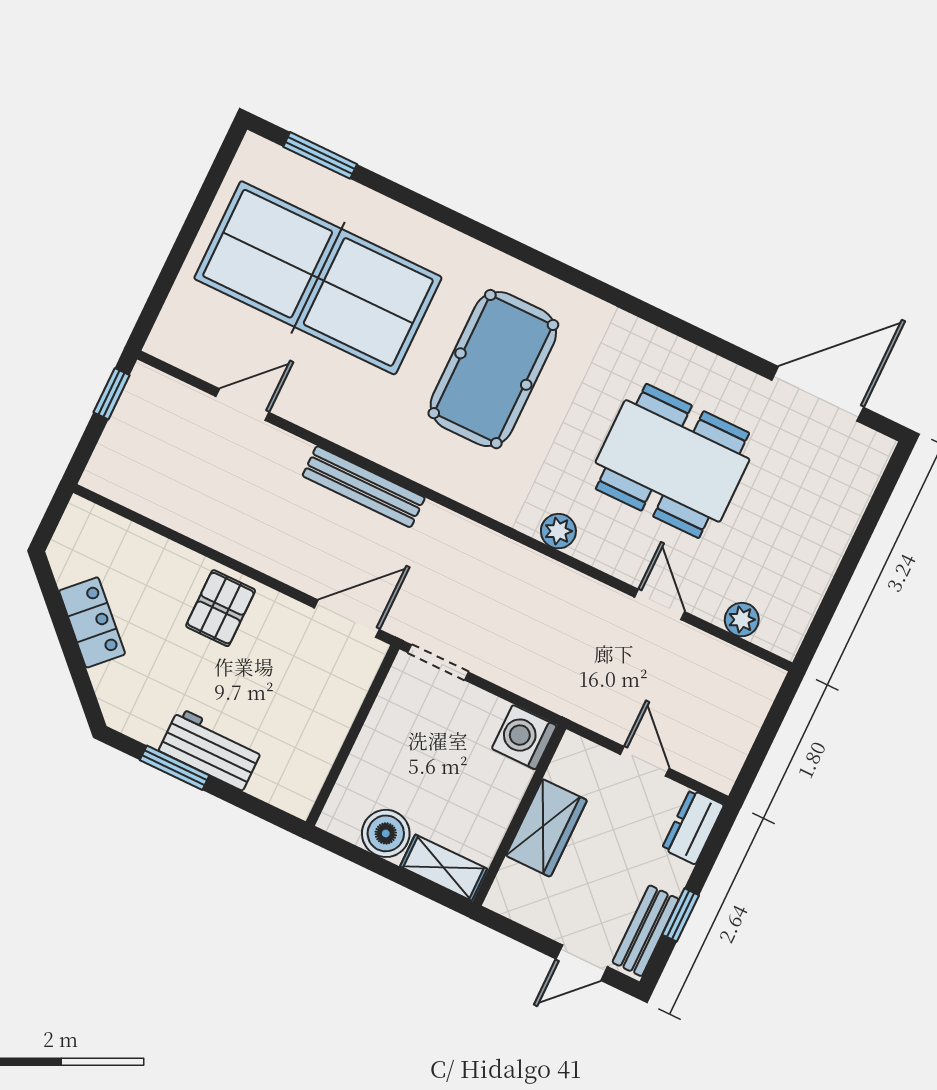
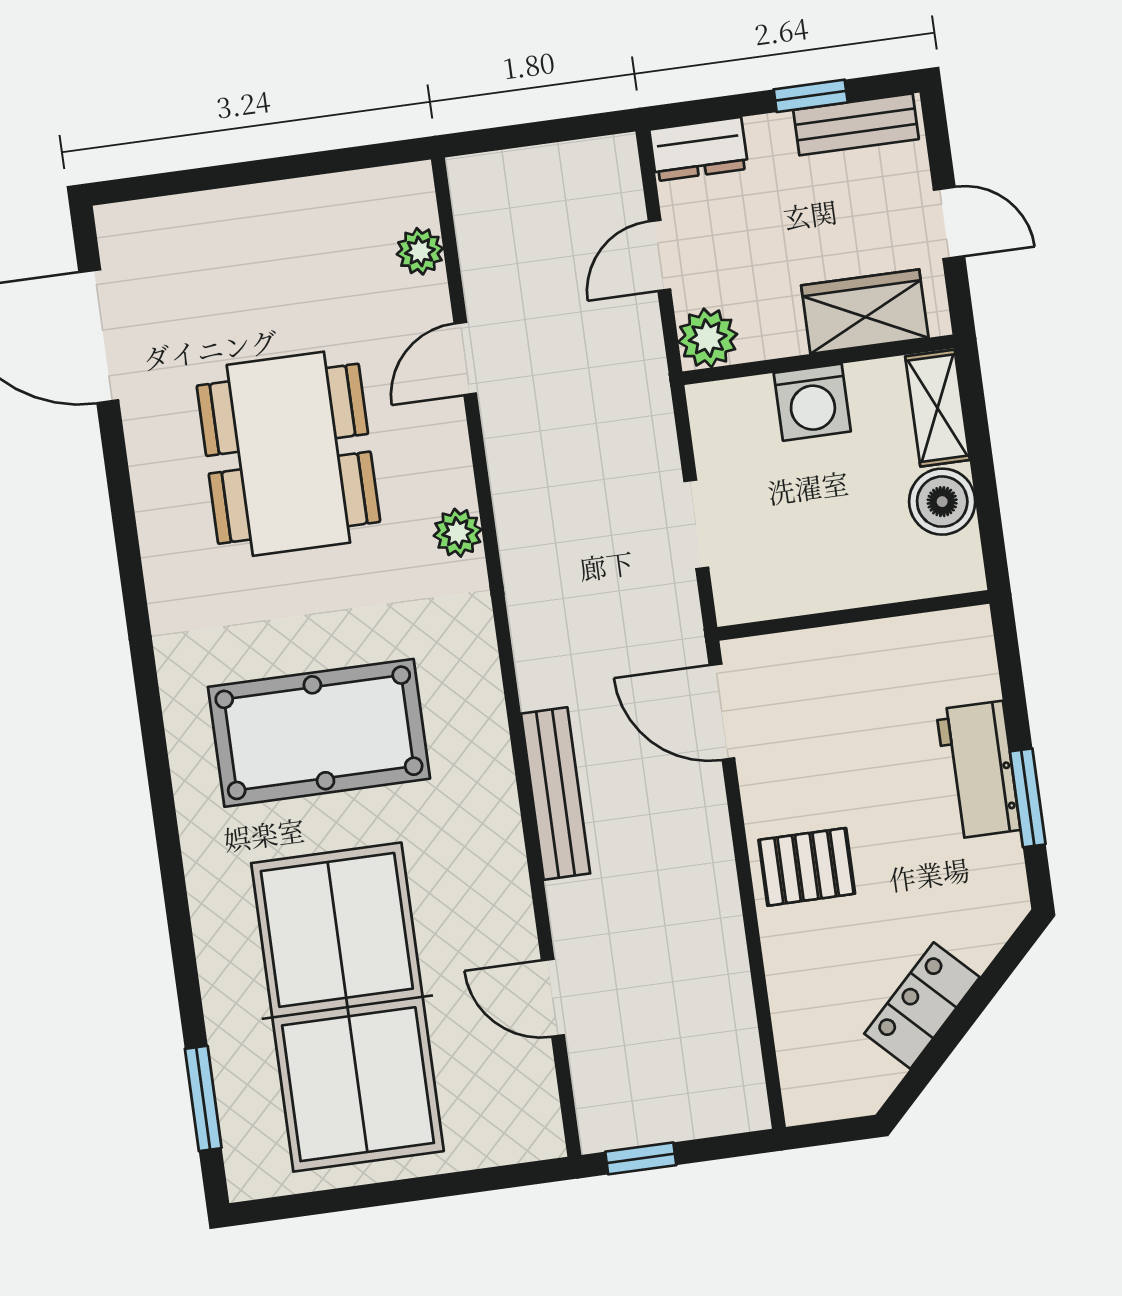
doorway: (438, 662) -> (696, 524), moved
washing machine: (524, 737) -> (812, 402), moved
plant: (576, 758) -> (708, 338), added
wardrobe: (546, 828) -> (865, 312), moved
door: (582, 963) -> (949, 223), moved

